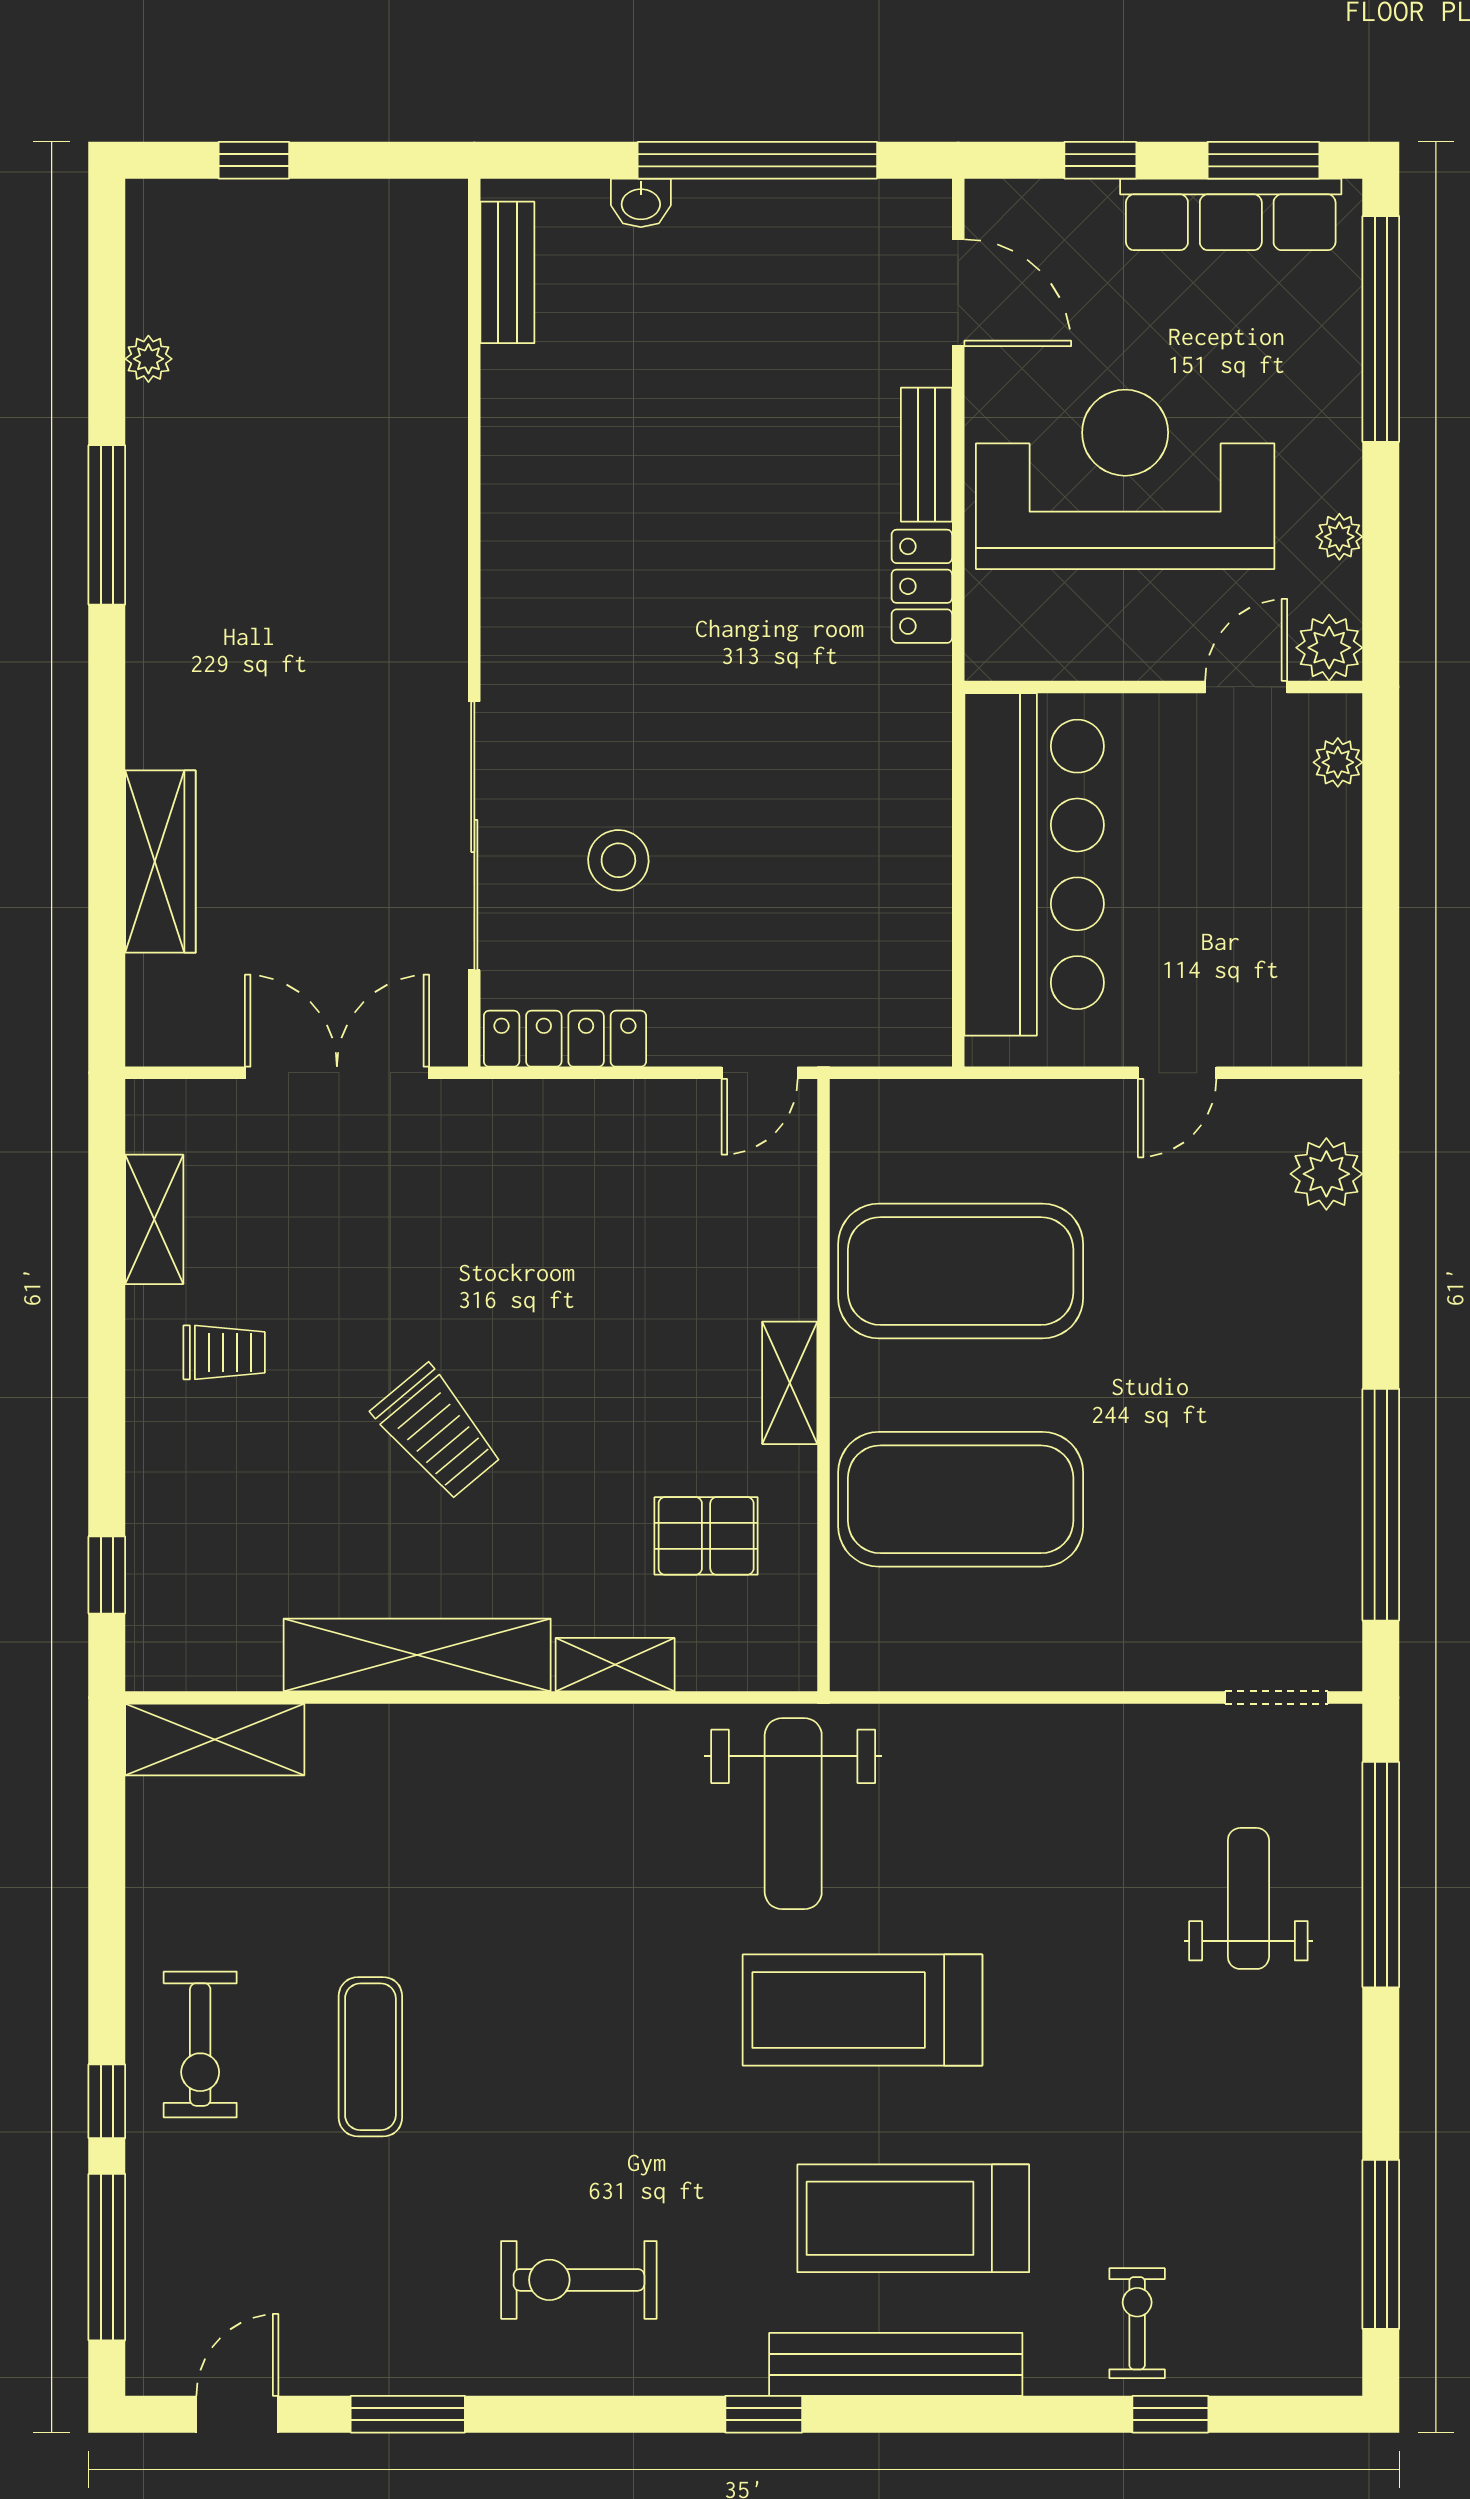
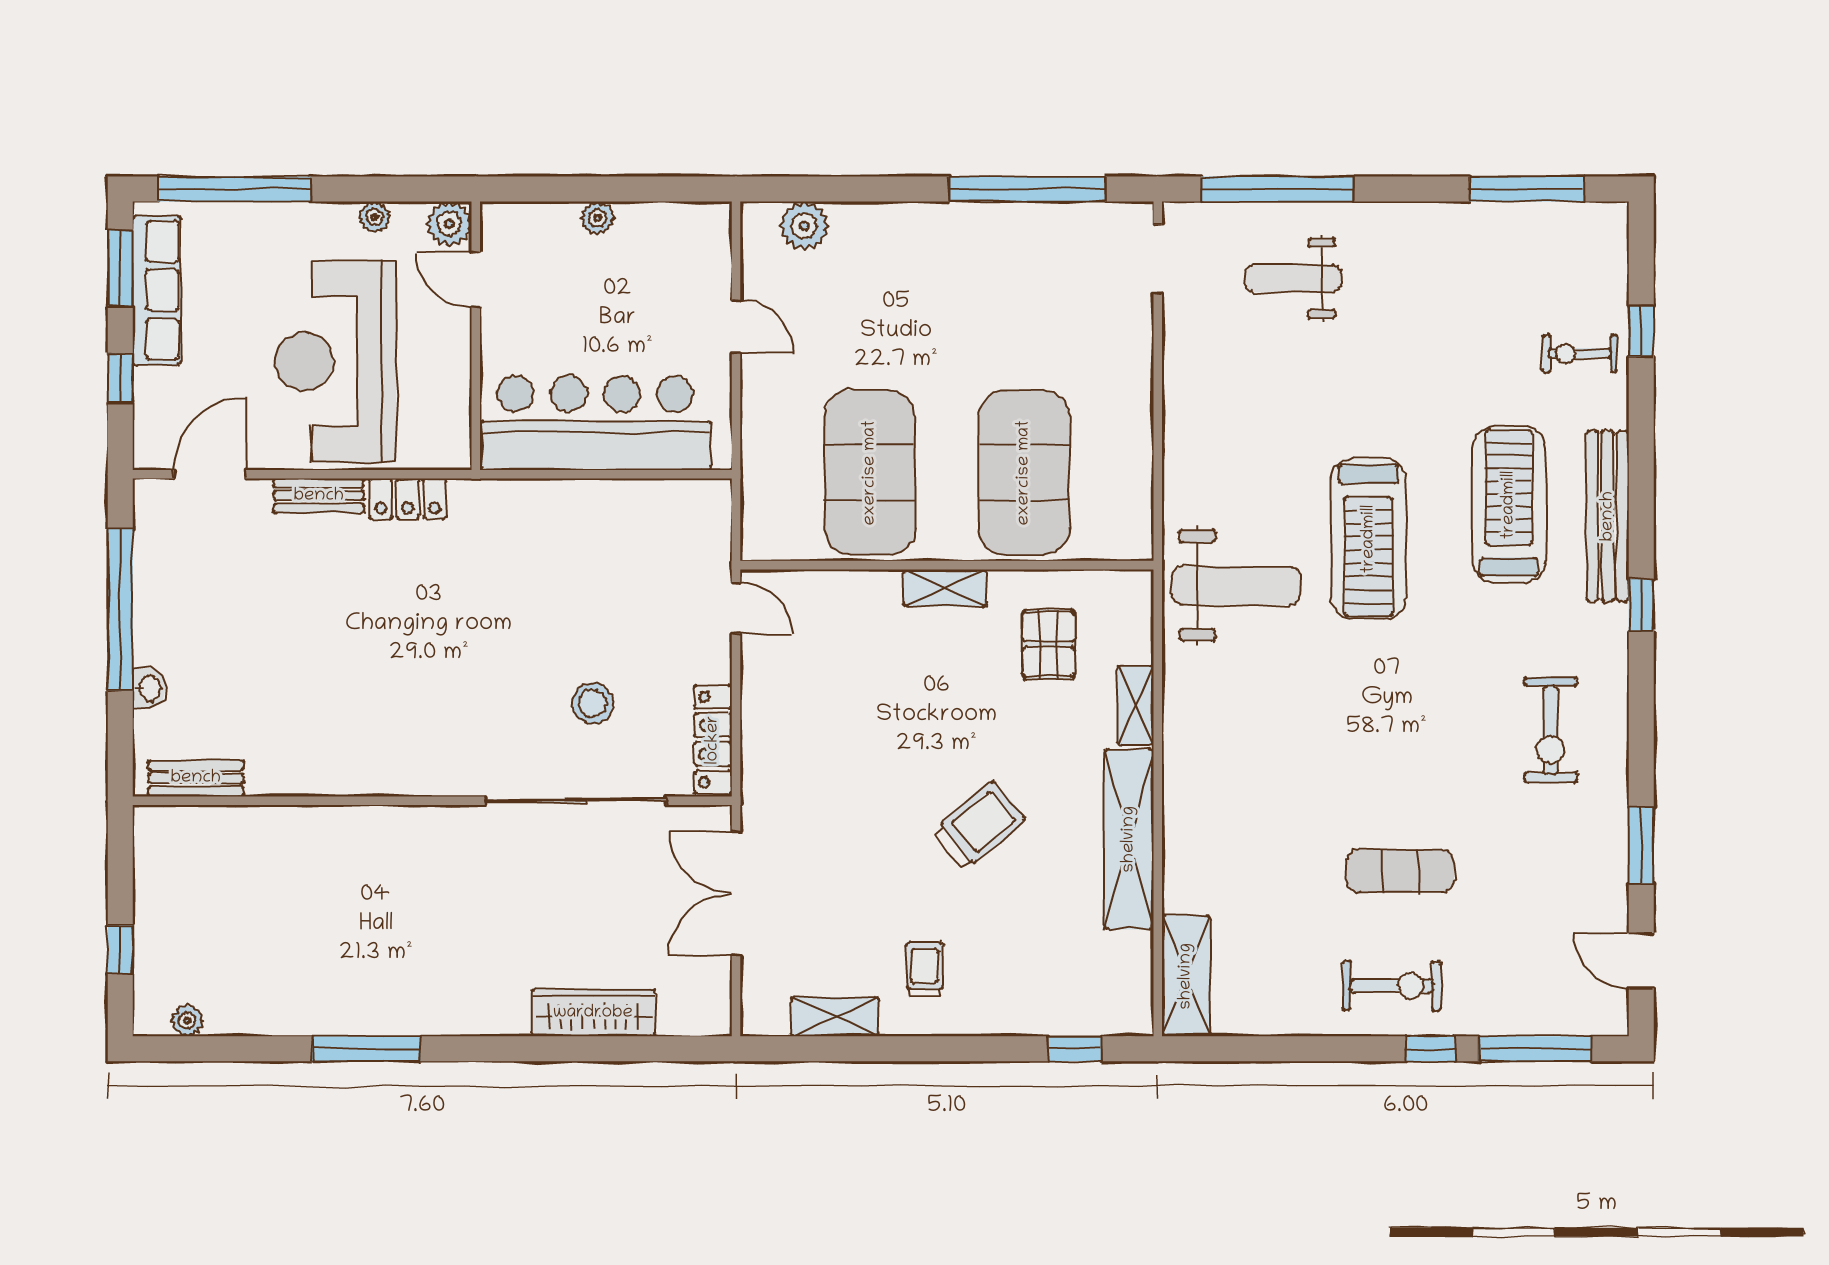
plant: (148, 359) -> (187, 1021), moved
plant: (1338, 762) -> (598, 218), moved
treadmill: (913, 2218) -> (1509, 505), turned 180

